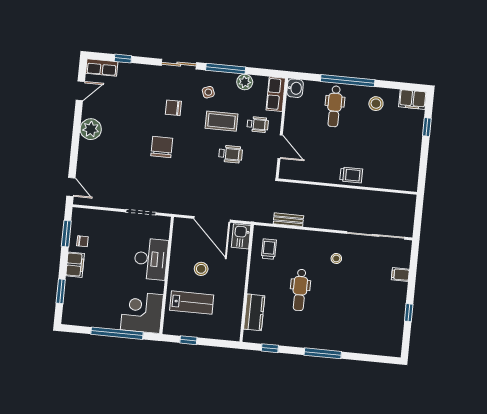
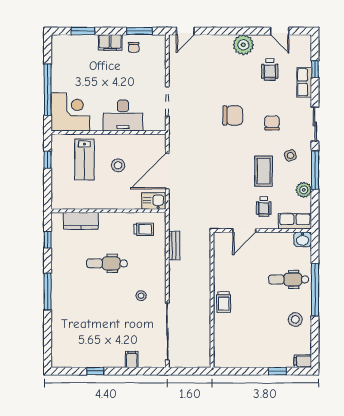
row of seats: (102, 68) -> (304, 82), moved
filing cabinet: (413, 99) -> (303, 361), width x0.50
wheelchair: (231, 154) -> (270, 69), moved

